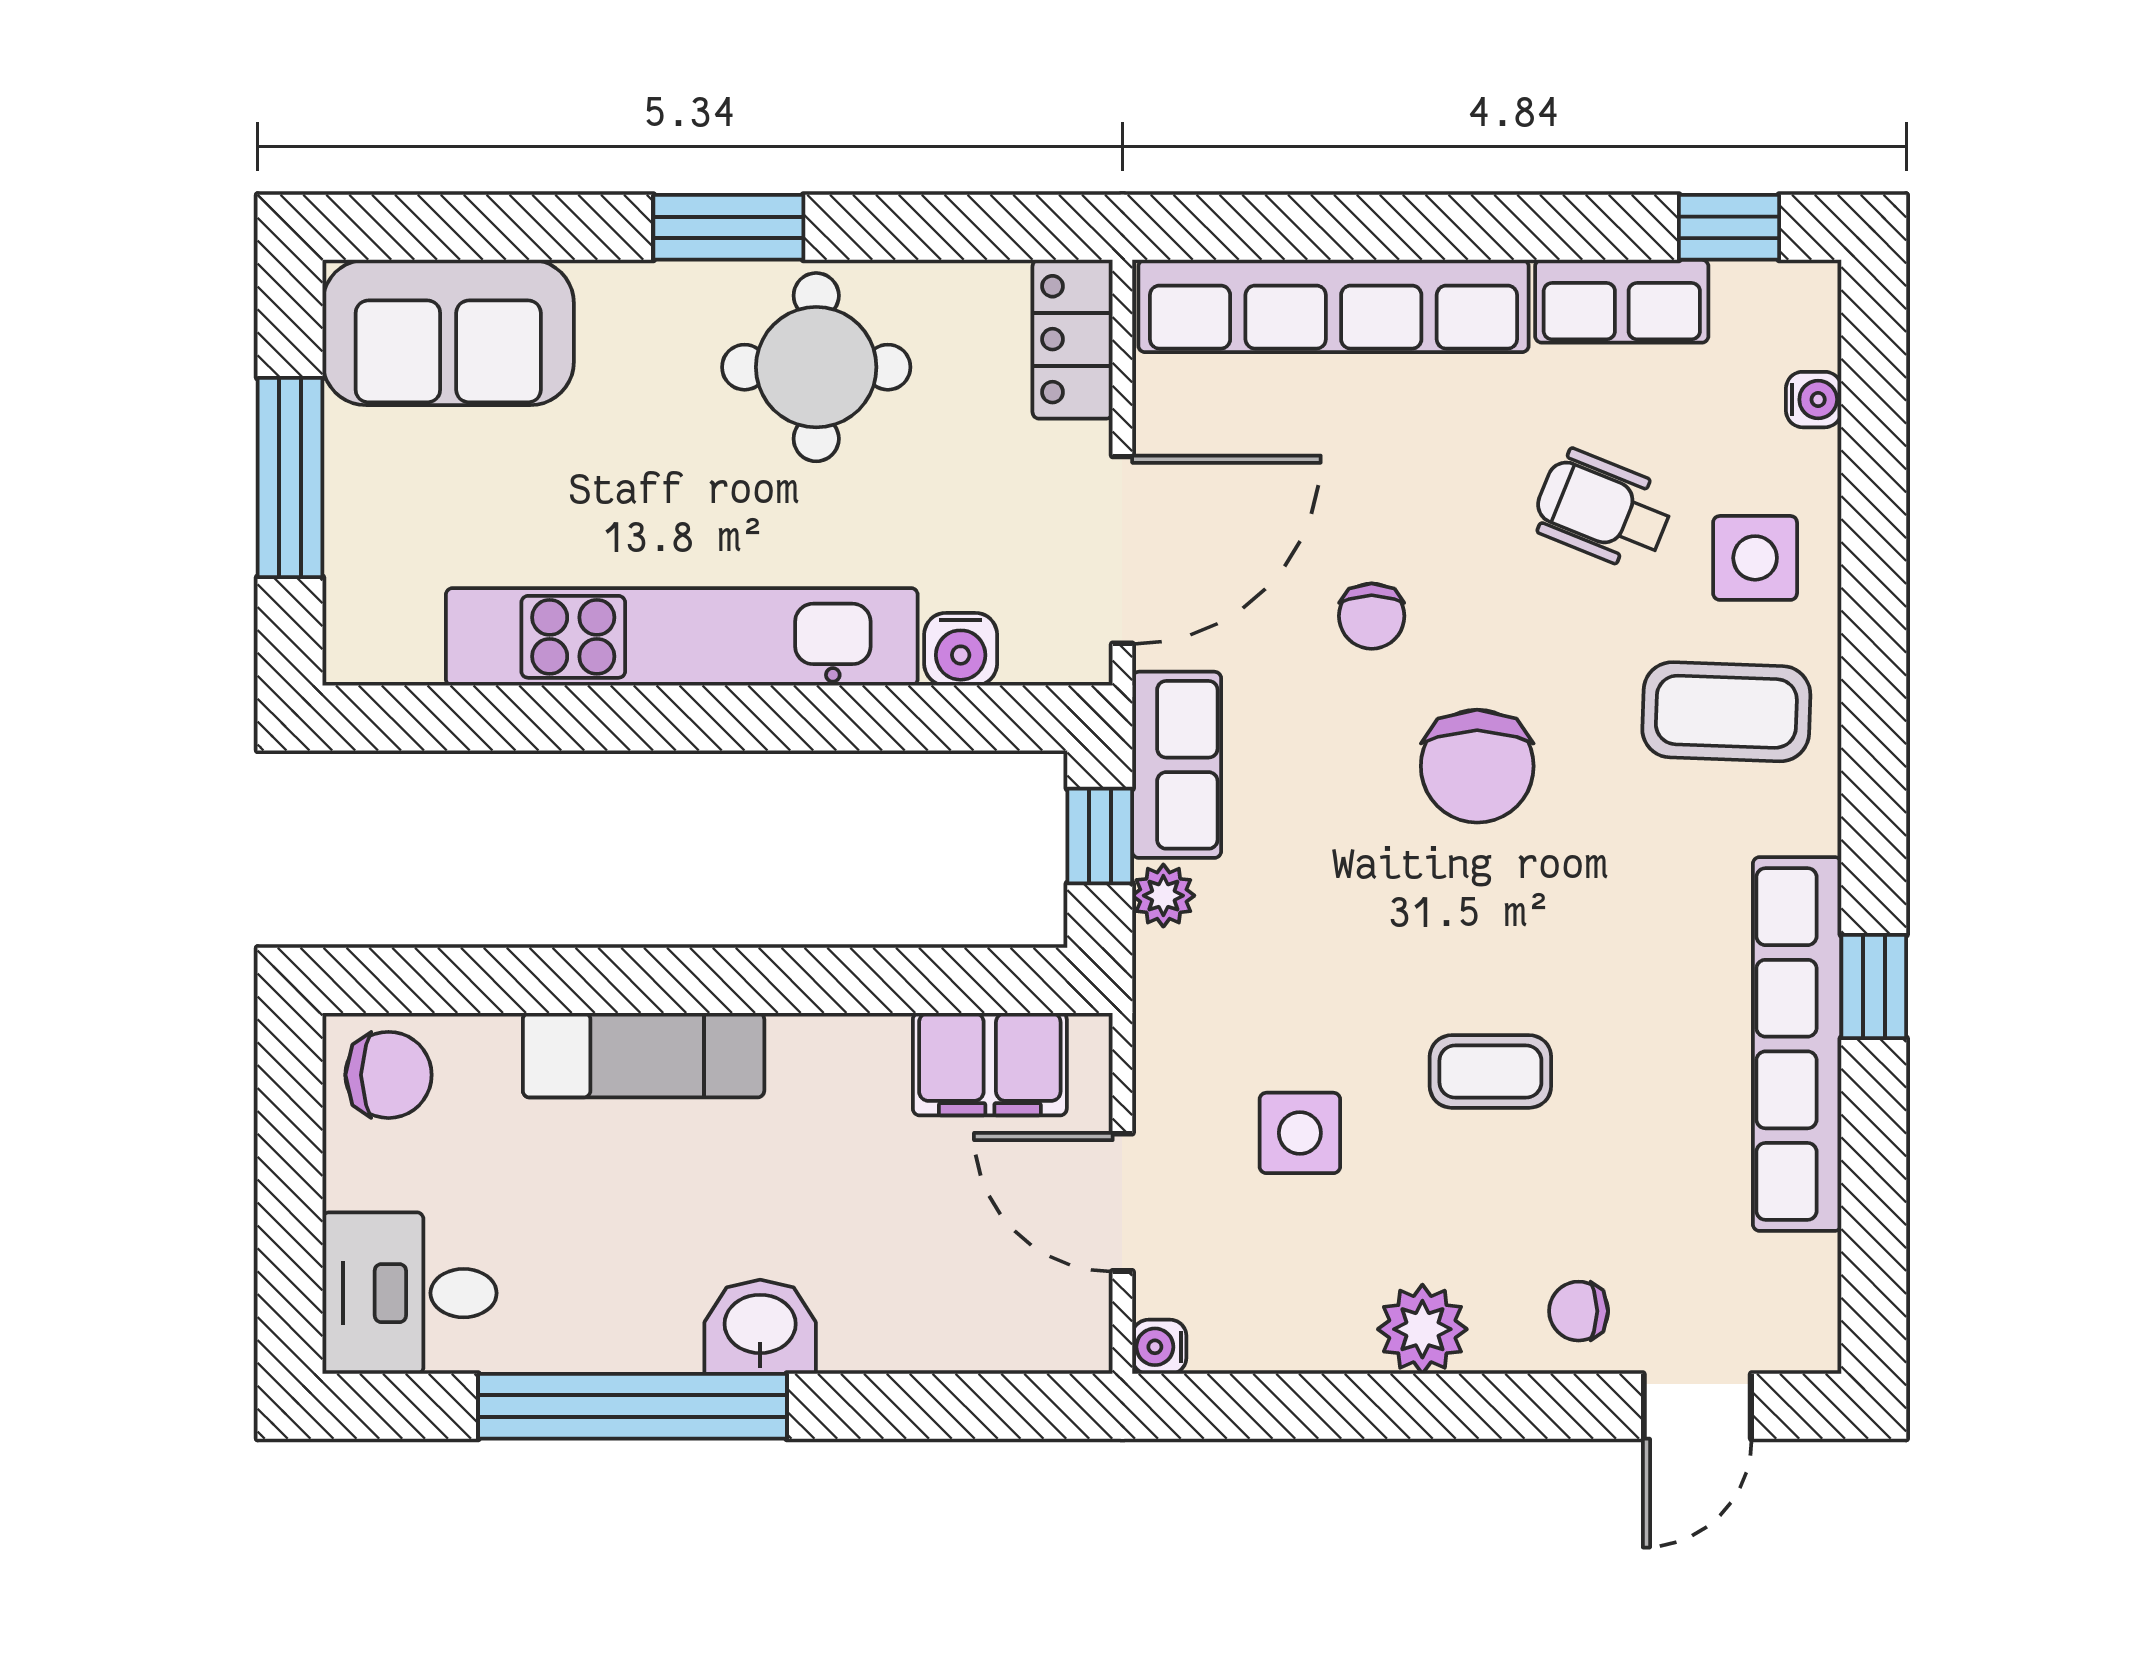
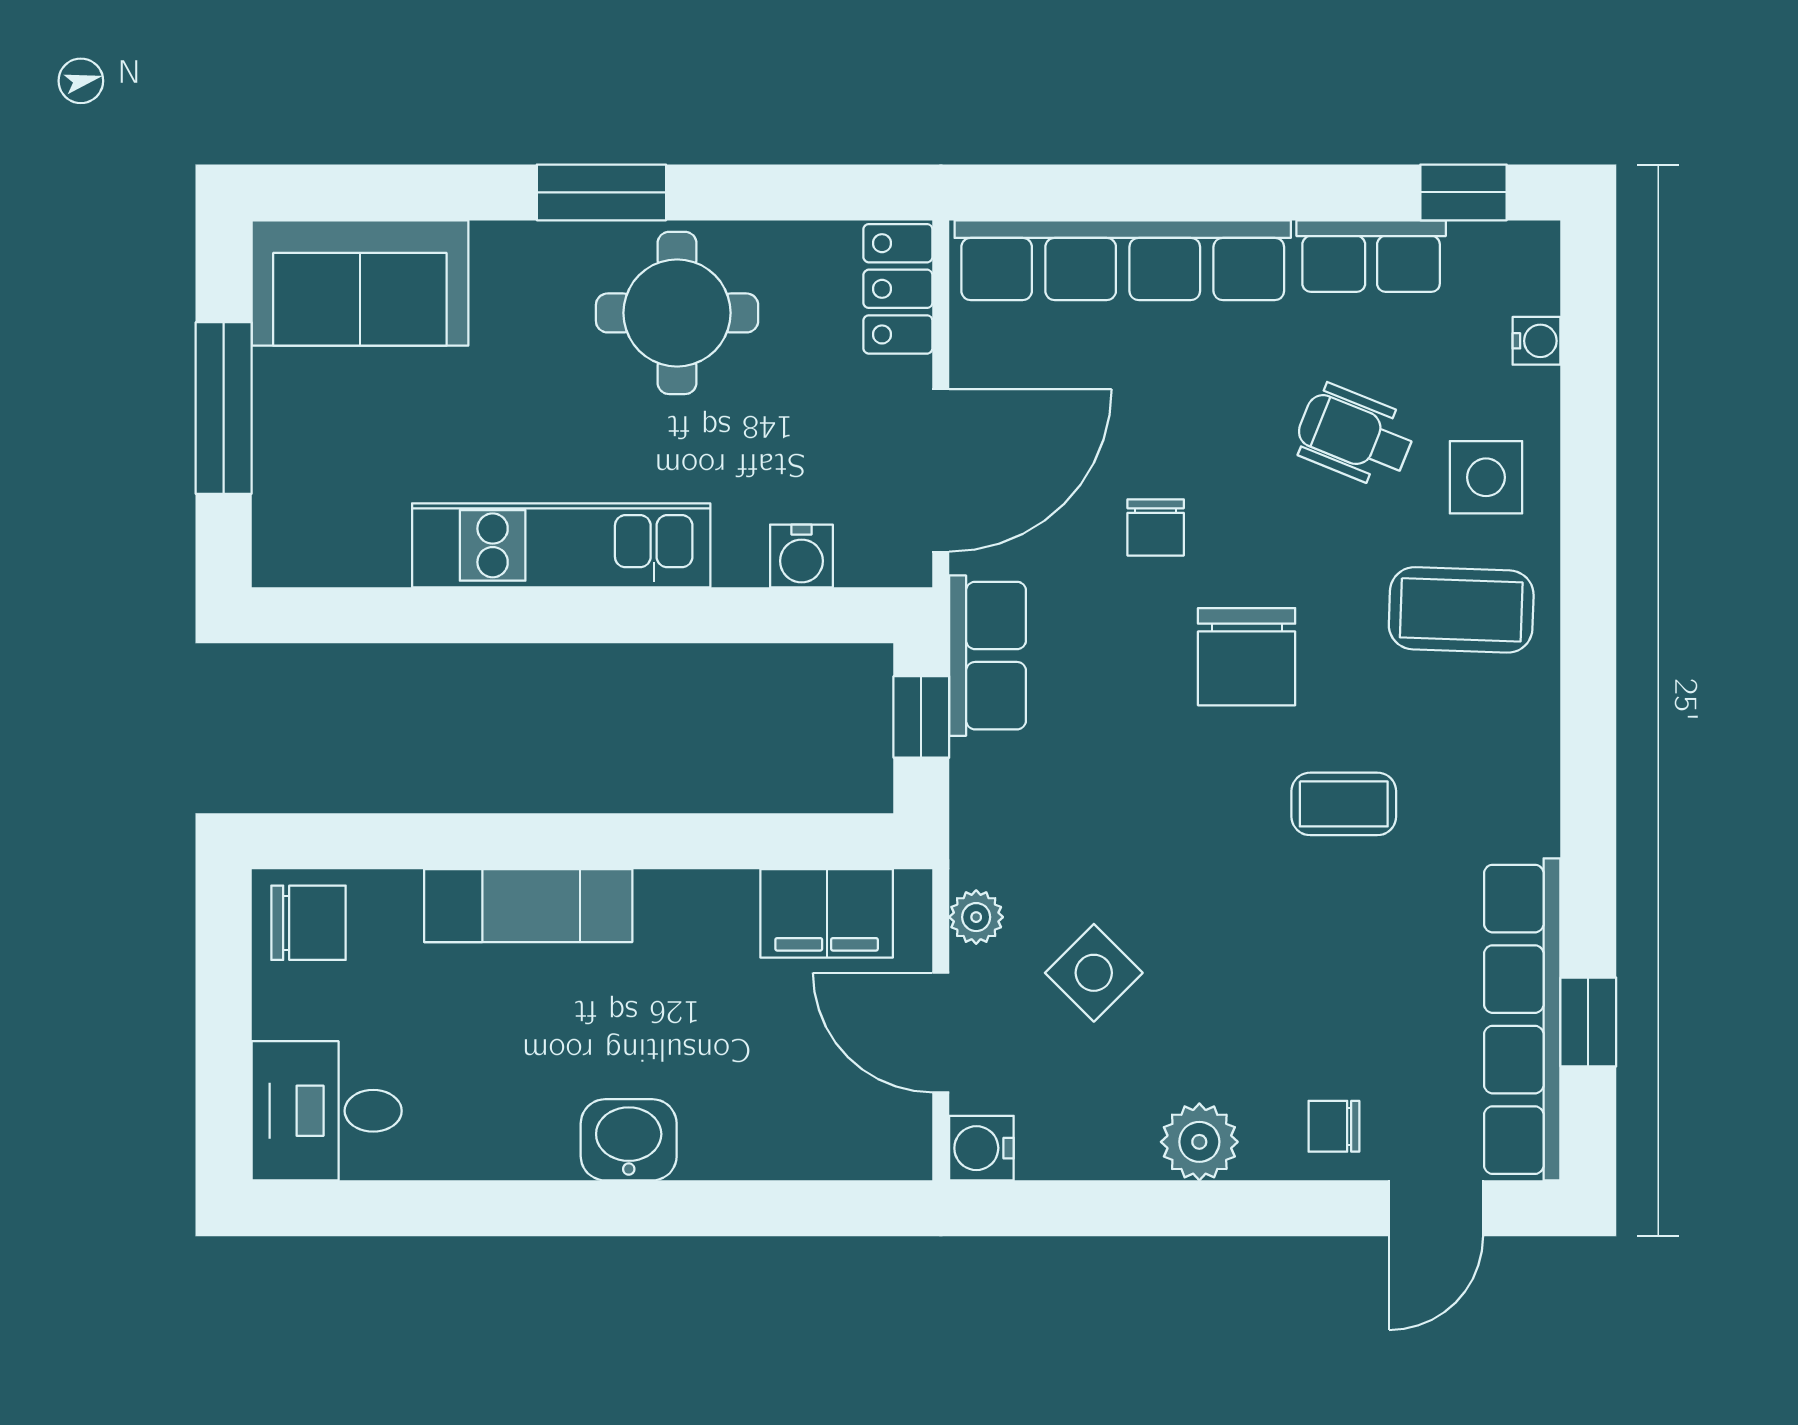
kitchen unit: (682, 637) -> (561, 545), width x0.73
plant: (1163, 896) -> (976, 917), moved
window: (1874, 986) -> (1588, 1022), moved
row of seats: (1797, 1044) -> (1522, 1019), moved
coffee table: (1490, 1071) -> (1344, 804), moved
side table: (1300, 1133) -> (1094, 973), turned 45
water cooler: (1159, 1347) -> (981, 1148), width x1.38, depth x1.38
window: (633, 1406) -> (519, 1208), removed

